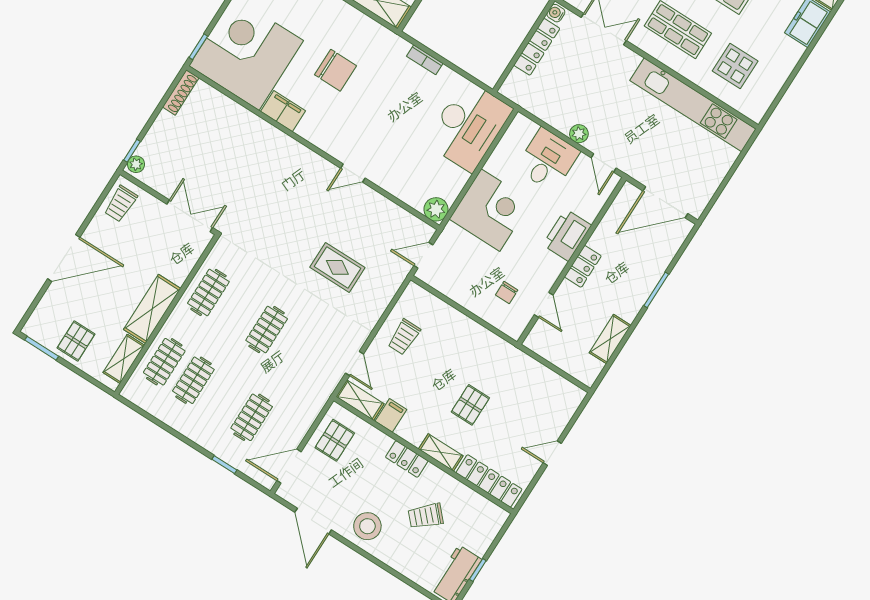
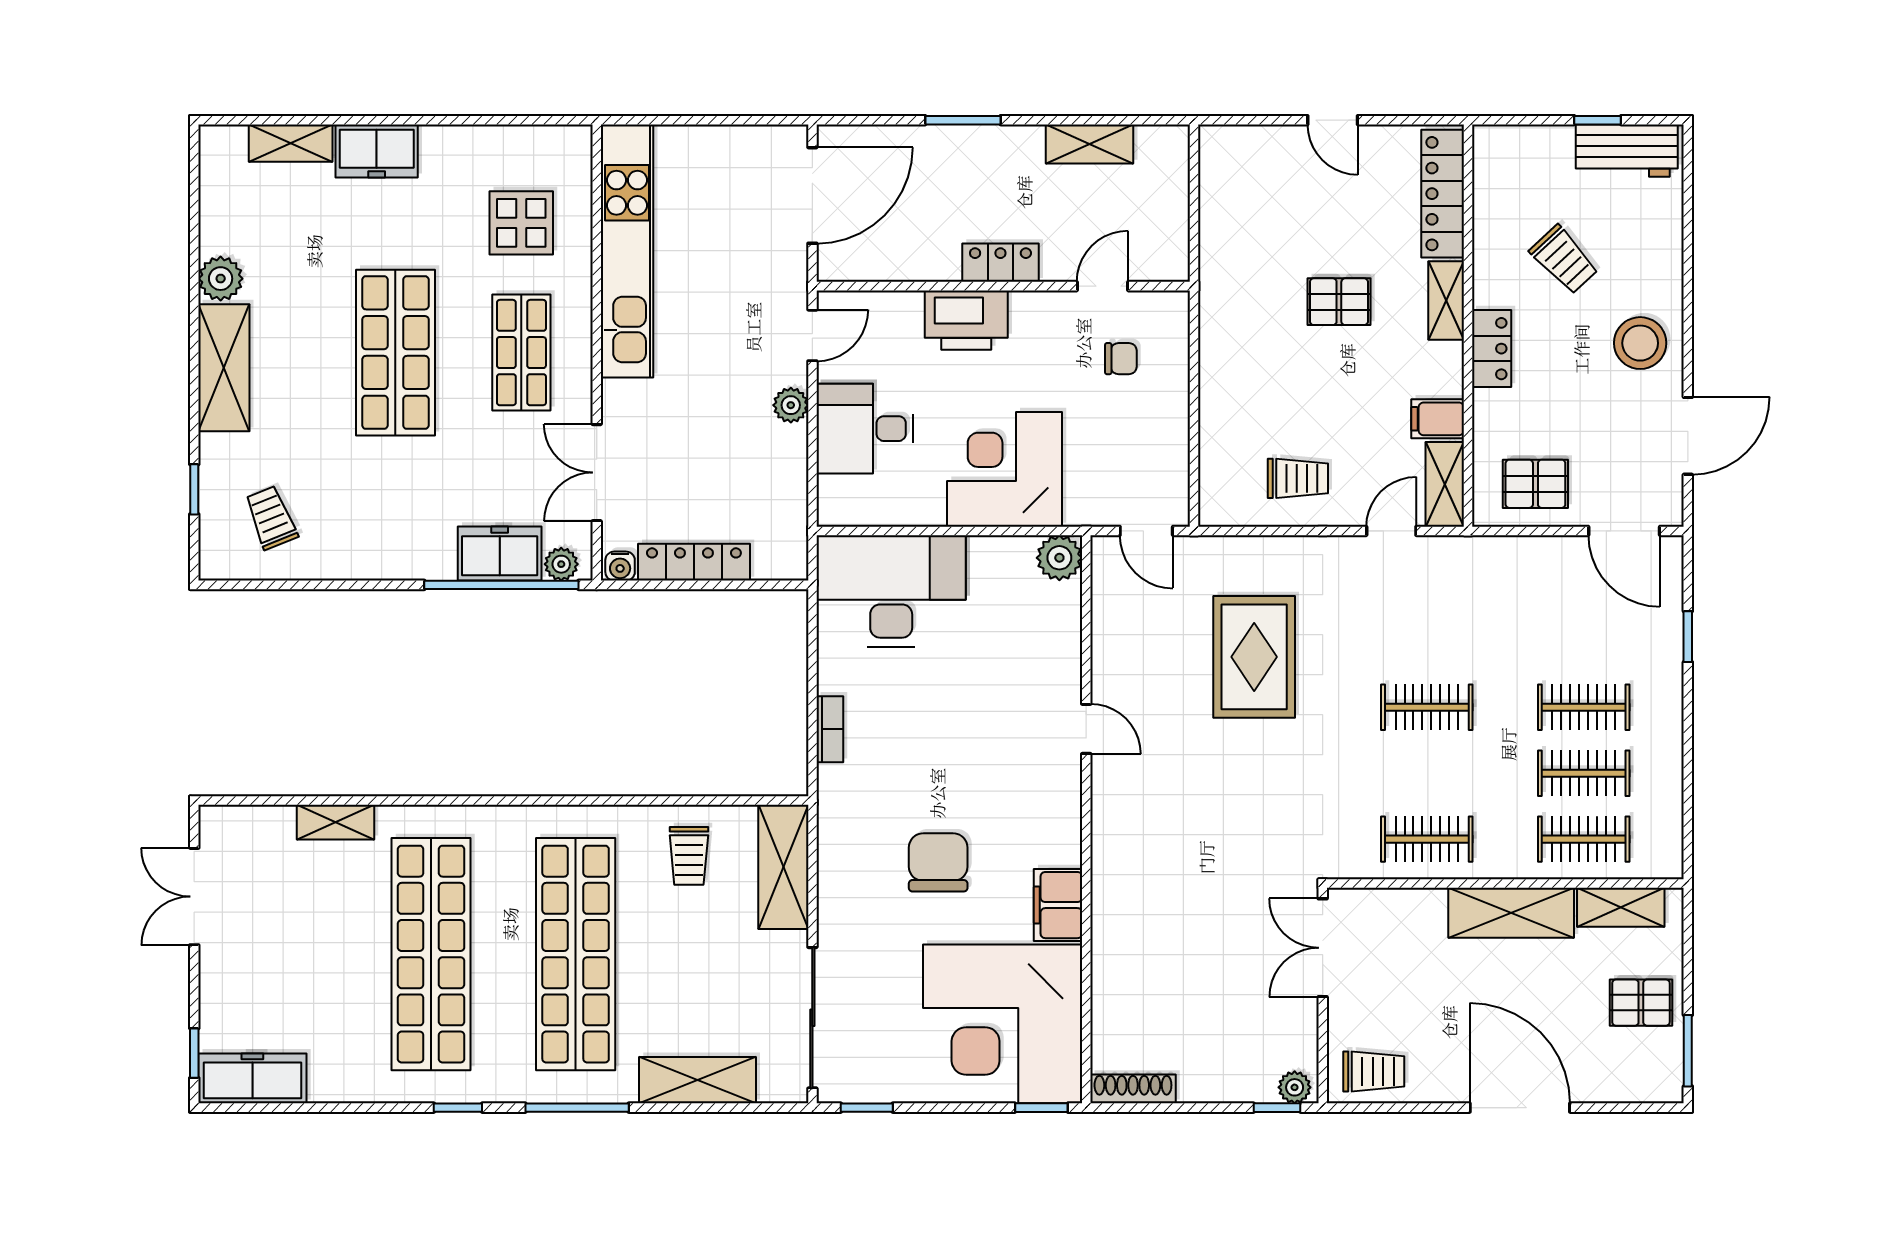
door: (665, 202) -> (812, 195), hinge flipped
rug: (337, 267) -> (1254, 657), width x1.36, depth x1.43
clothes rail: (252, 417) -> (1584, 707), moved

